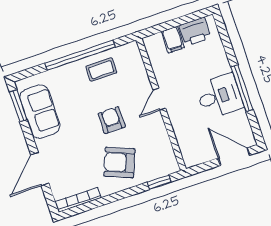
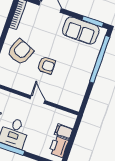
window: (80, 55) -> (100, 59), moved
coffee table: (101, 70) -> (78, 81), removed

